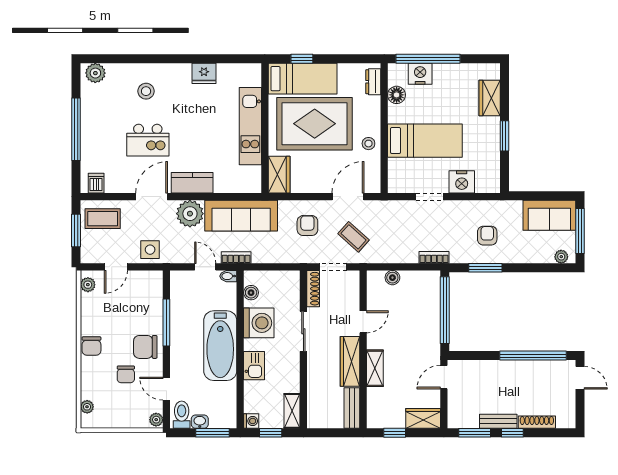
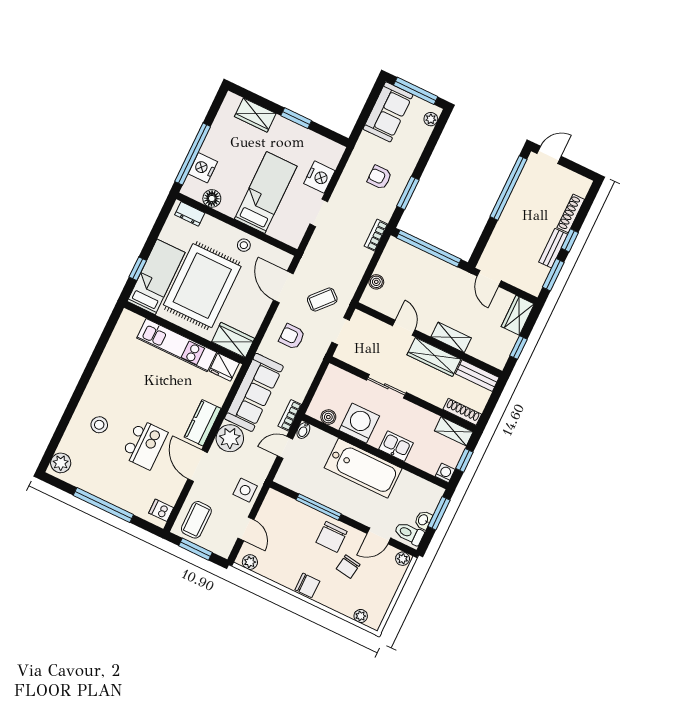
fridge: (204, 73) -> (224, 367), moved, turned 90
shoe rack: (313, 289) -> (462, 412), moved
chair: (126, 374) -> (348, 567), turned 99

